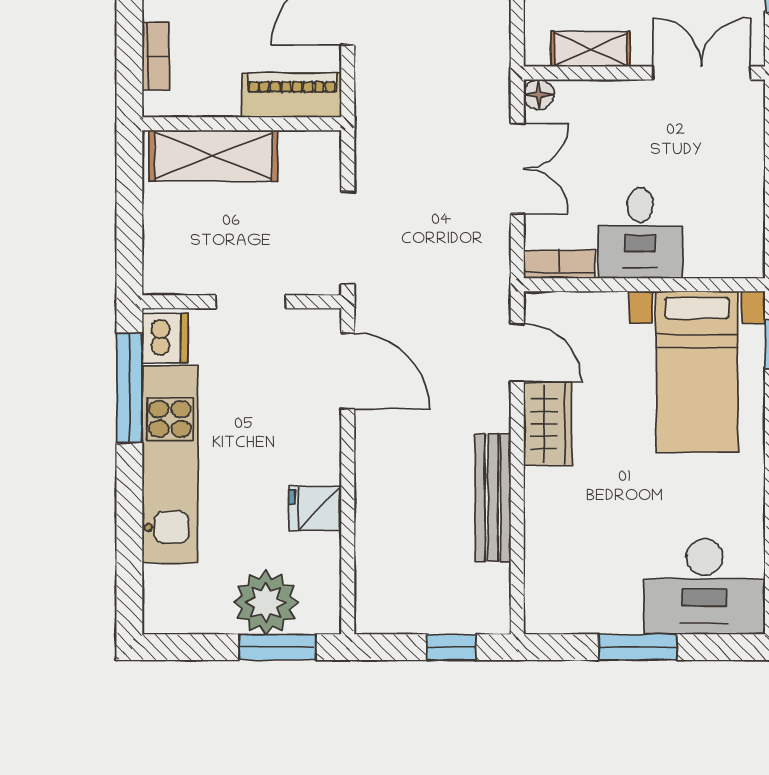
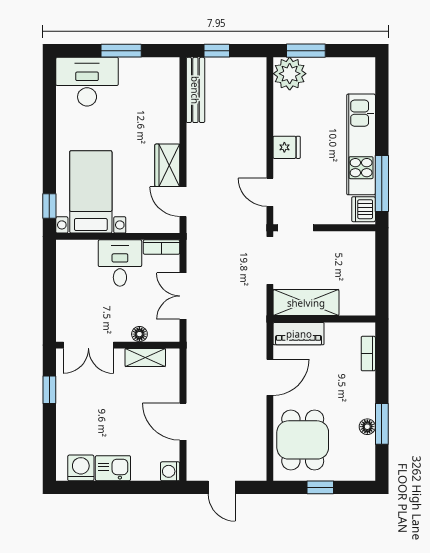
floor lamp: (539, 94) -> (139, 334), moved
shelving: (213, 156) -> (306, 303), moved
doorway: (251, 302) -> (295, 228), moved
door: (348, 371) -> (270, 192), width x0.73
bench: (493, 498) -> (195, 90), moved
fridge: (315, 508) -> (287, 147), moved
plant: (266, 602) -> (290, 74), moved

